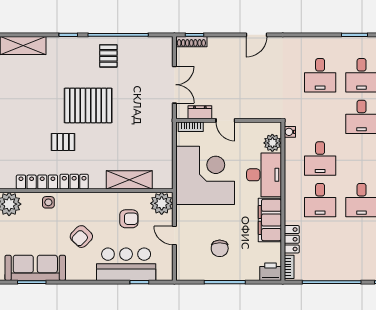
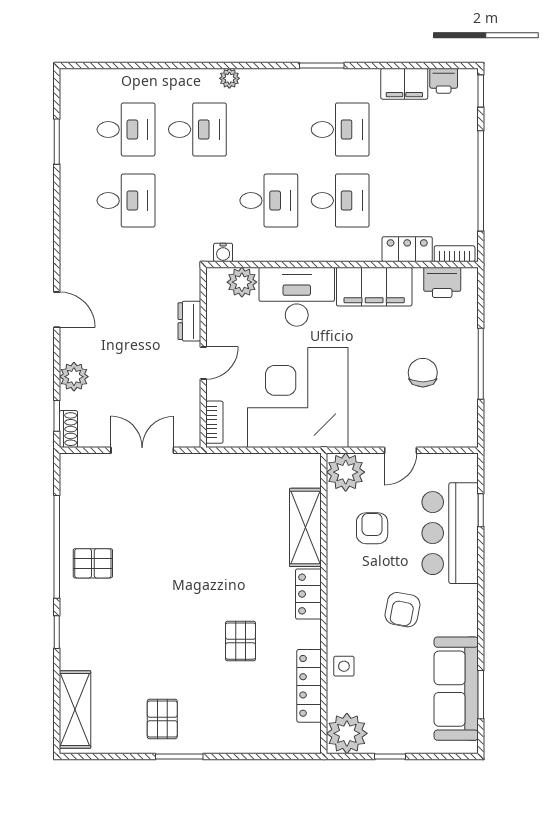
shoe rack: (191, 42) -> (68, 429), width x0.70
plant: (217, 45) -> (74, 377), added
pallet: (88, 105) -> (162, 719), moved, width x0.49, depth x0.50
dresser: (200, 112) -> (189, 321), moved
locker: (74, 182) -> (308, 594), moved
armchair: (81, 237) -> (402, 610), turned 57
chair: (220, 248) -> (423, 373), turned -90
printer: (271, 272) -> (442, 282), moved, turned -90

